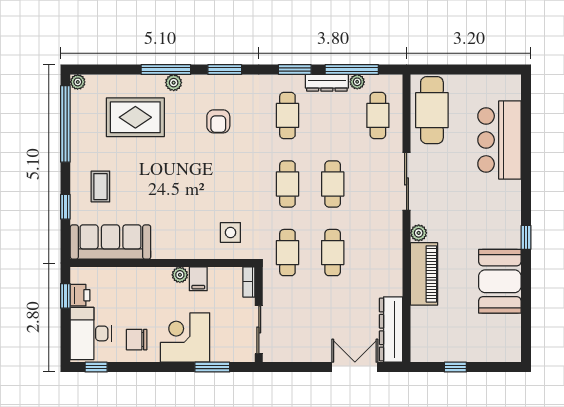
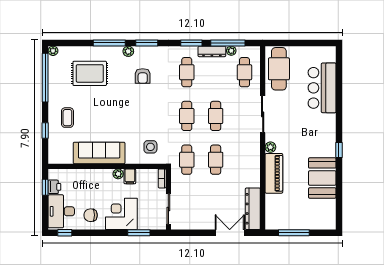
plant: (174, 83) -> (128, 51), moved
sofa: (110, 242) -> (99, 153), moved
window: (455, 367) -> (294, 233), width x2.17

